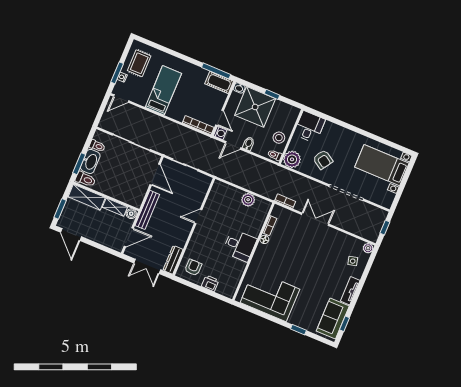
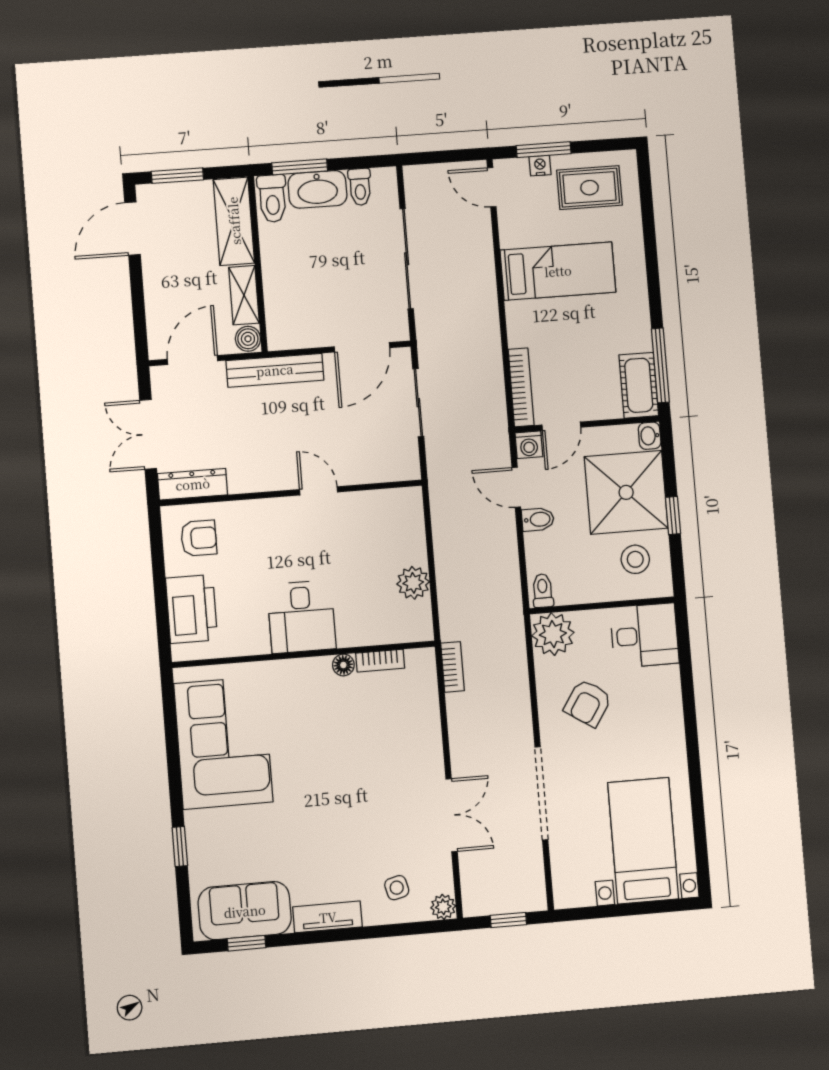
stool: (279, 138) -> (635, 559), moved
double door: (315, 219) -> (452, 815), moved
door: (129, 237) -> (192, 360), swing flipped
printer: (210, 283) -> (192, 609), width x1.87, depth x1.48

